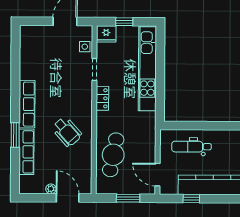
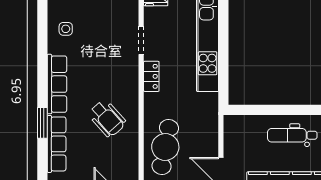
side table: (85, 47) -> (66, 29), moved
dental chair: (191, 147) -> (292, 135), moved

